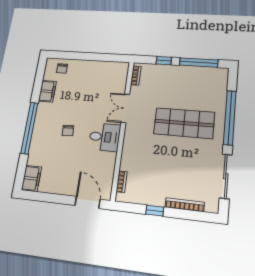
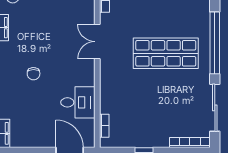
desk: (105, 137) -> (78, 102), moved
bookcase: (185, 205) -> (190, 142), moved

